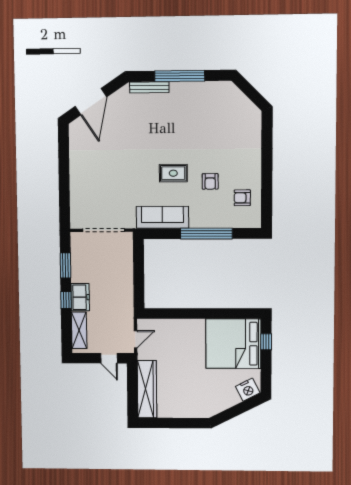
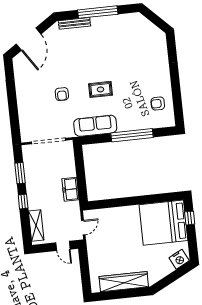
armchair: (210, 181) -> (62, 94), moved
freezer: (80, 297) -> (70, 189), moved, turned 180
wardrobe: (147, 389) -> (124, 282), moved, turned -90

